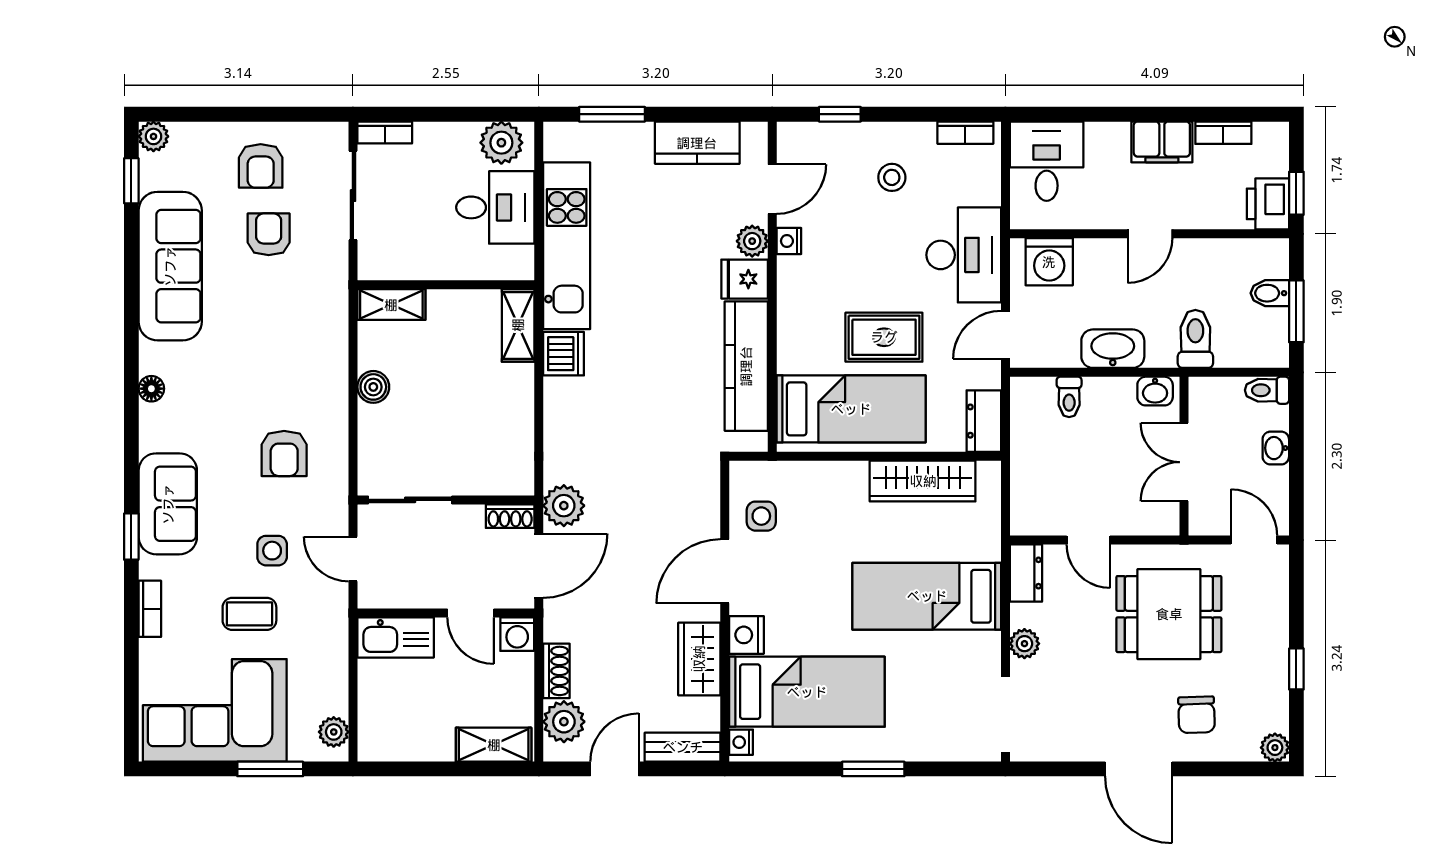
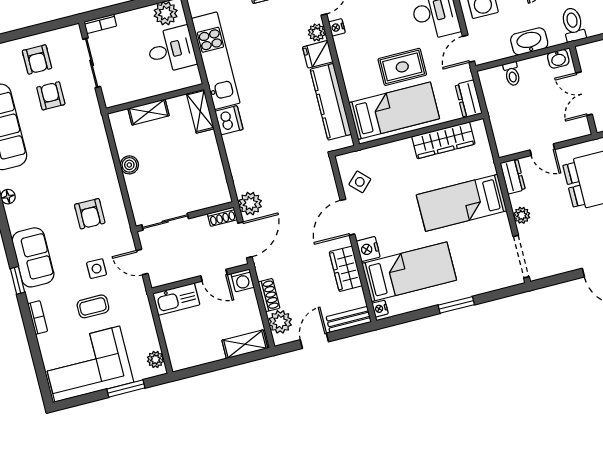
shelving: (391, 305) -> (148, 112), moved
side table: (761, 516) -> (360, 182), turned 45

